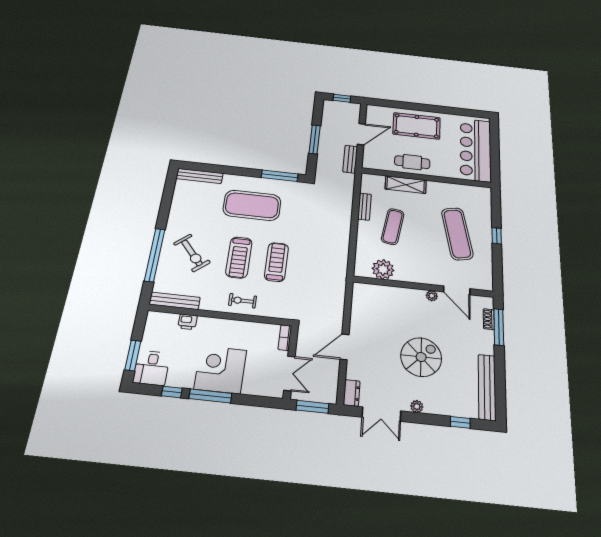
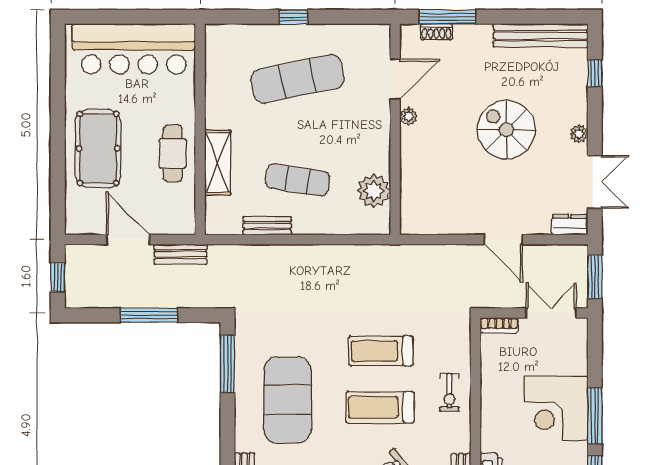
treadmill: (239, 257) -> (380, 407), turned 180

